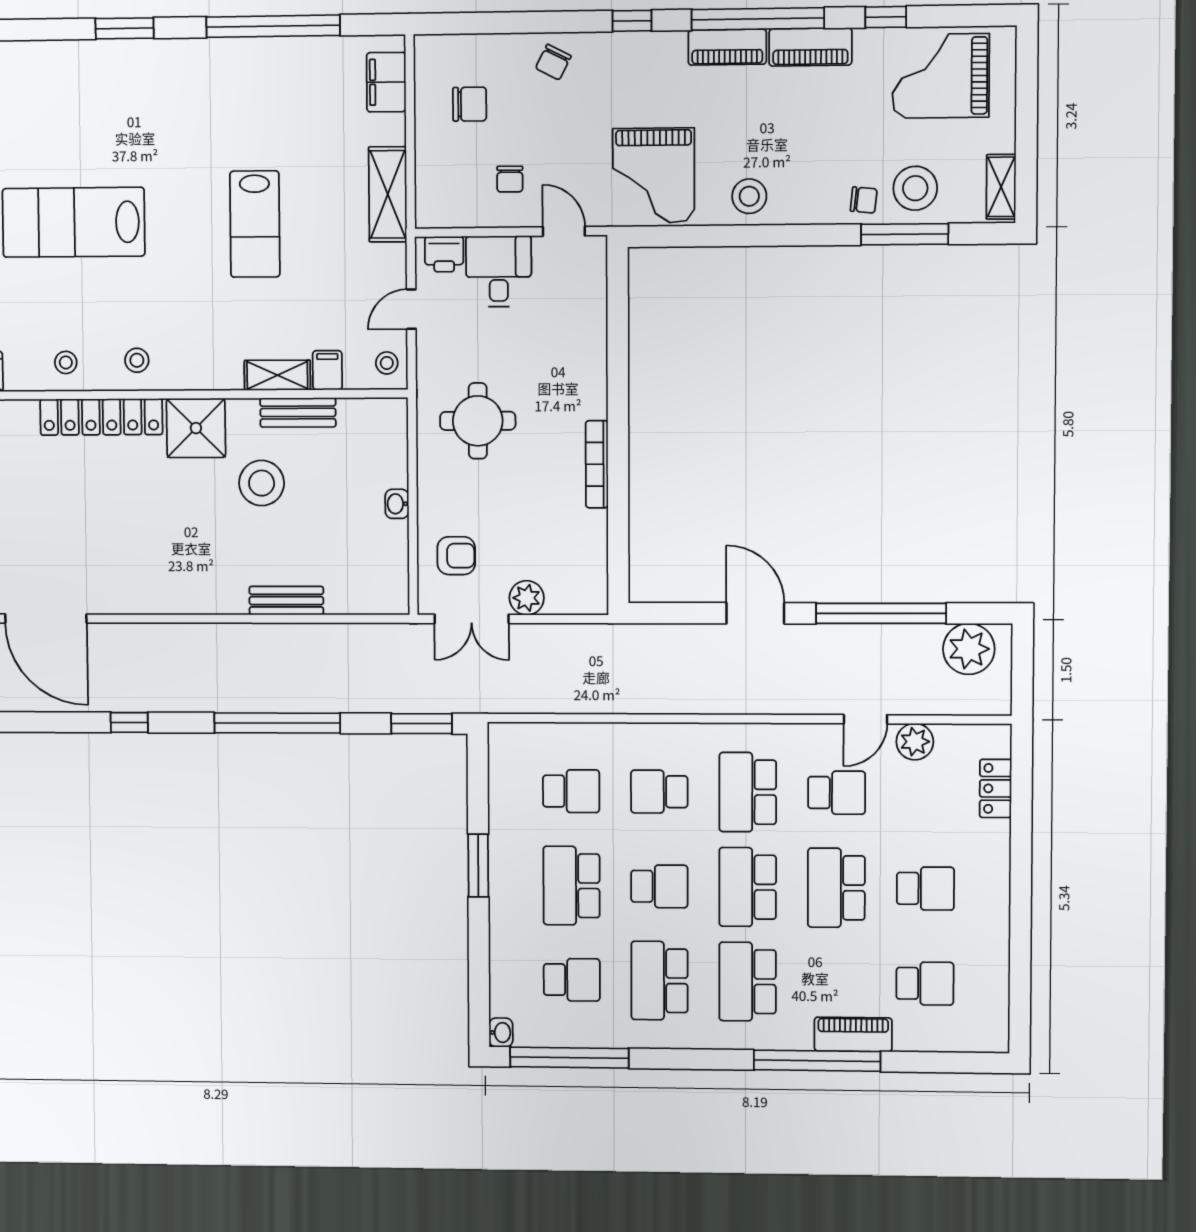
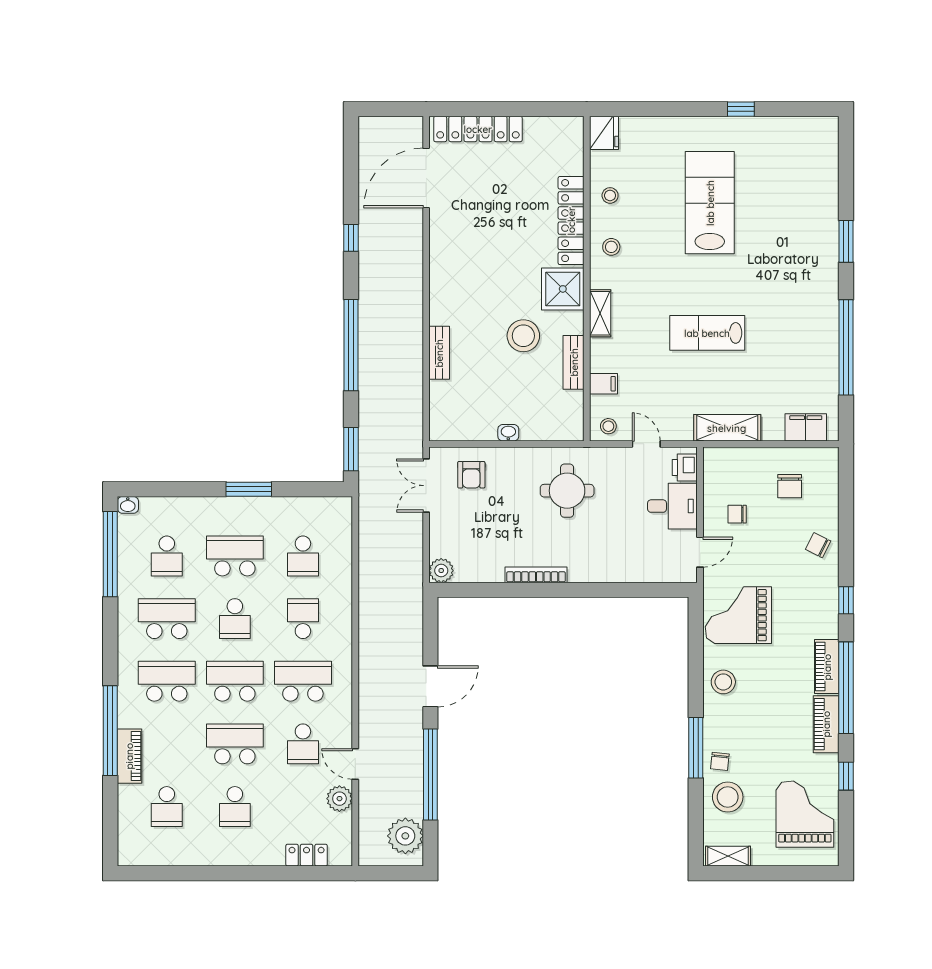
window: (905, 234) -> (696, 748), moved
shelving: (277, 375) -> (600, 313), moved
plant: (527, 598) -> (441, 571), moved

